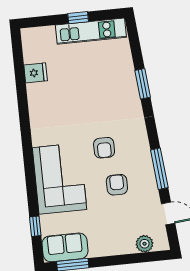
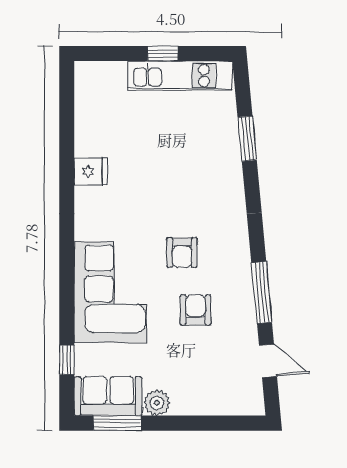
fridge: (36, 73) -> (91, 171), moved
window: (143, 84) -> (247, 139), moved
plant: (145, 244) -> (157, 403), moved

